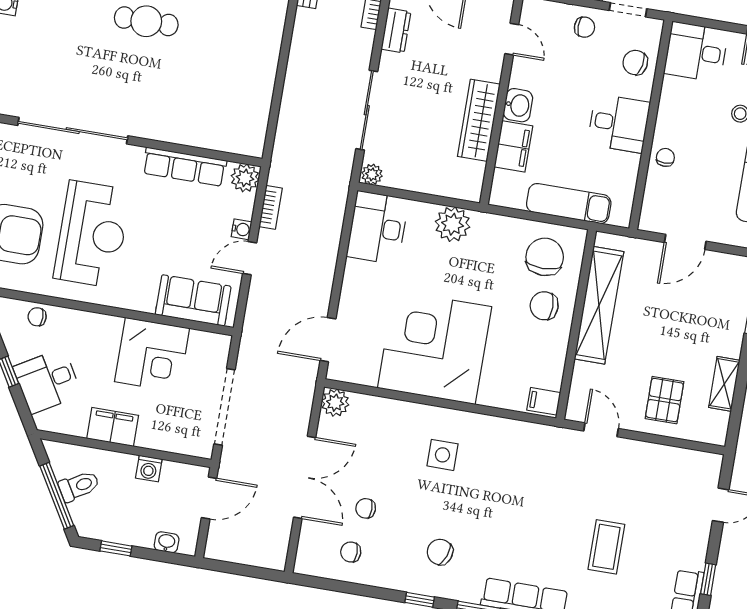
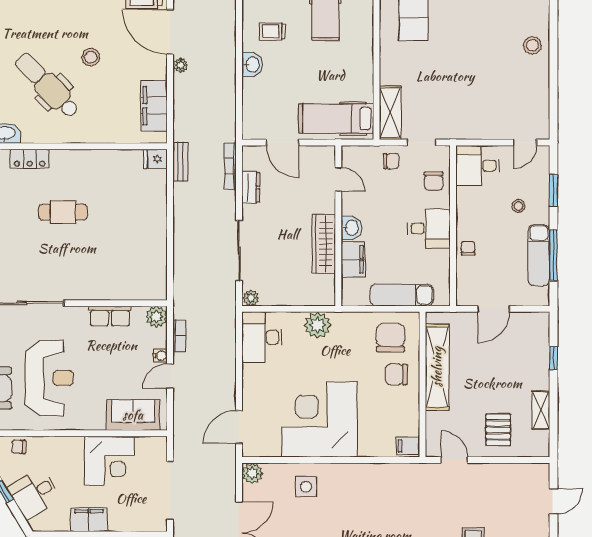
chair: (635, 63) -> (434, 181), turned -101
row of seats: (185, 167) -> (110, 316), width x0.68
side table: (443, 455) -> (306, 487), moved

